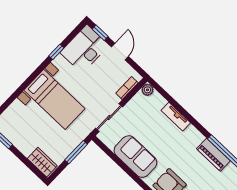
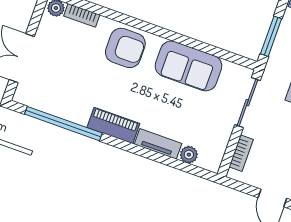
plant: (147, 90) -> (189, 155), moved
piano: (213, 155) -> (113, 125), moved

